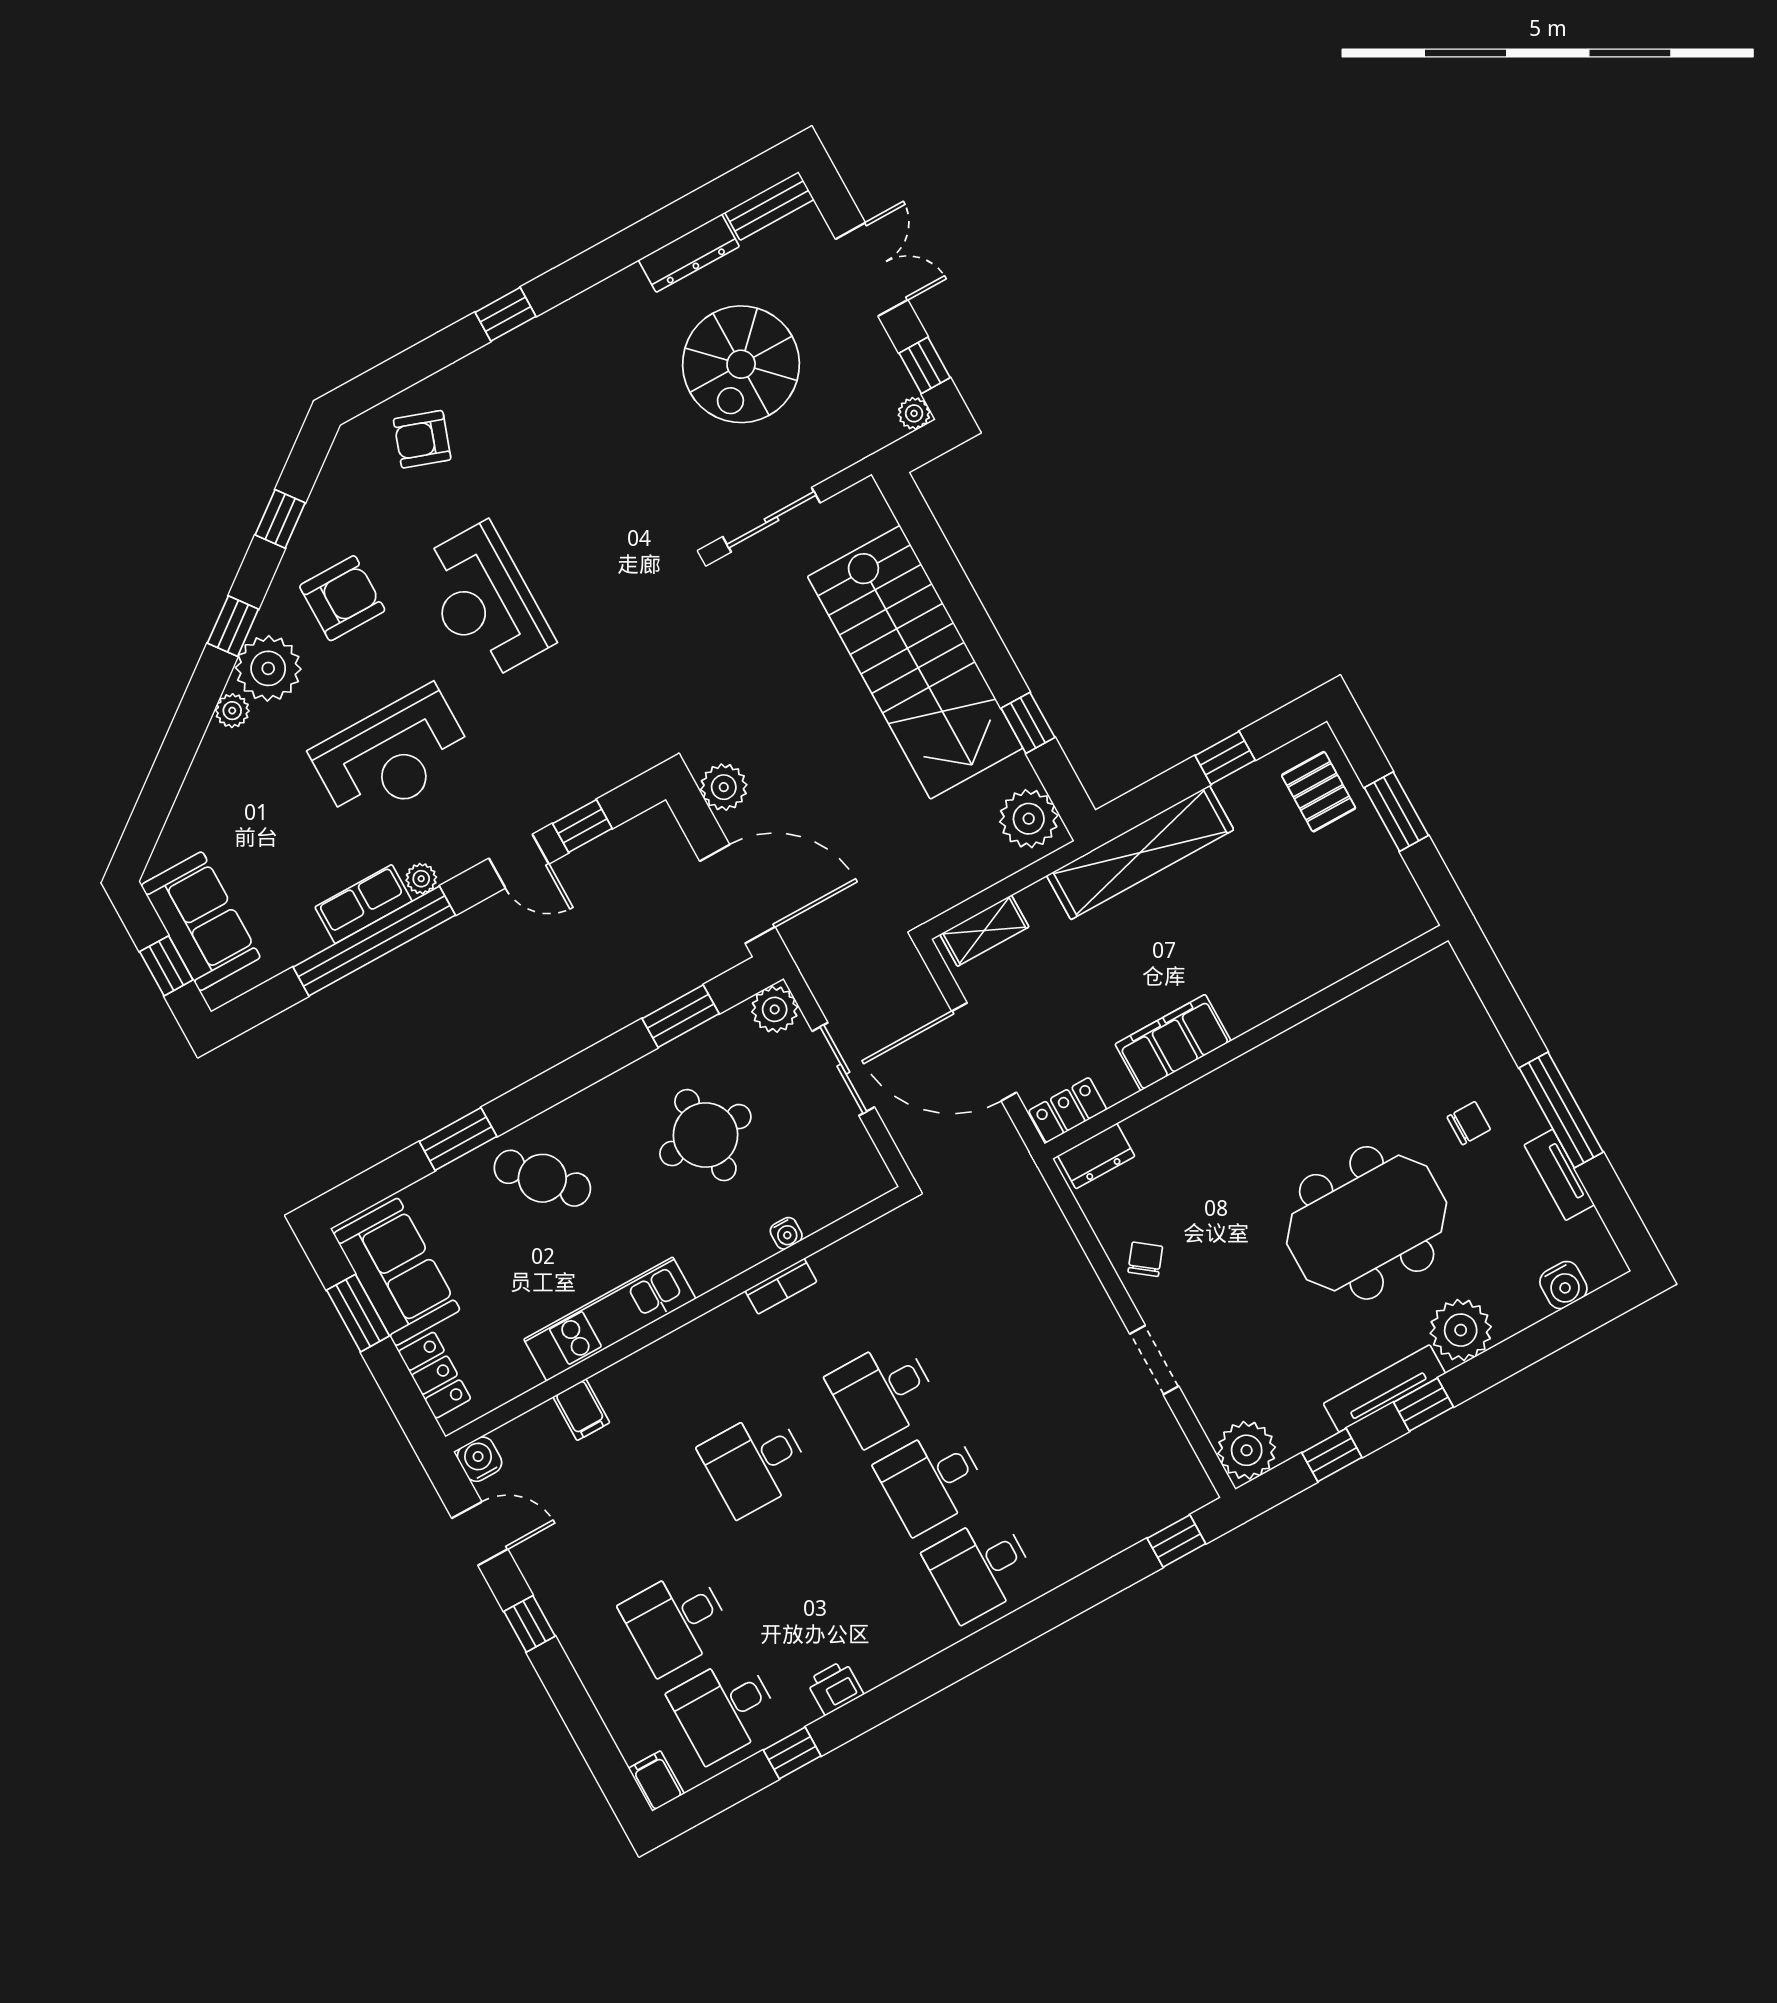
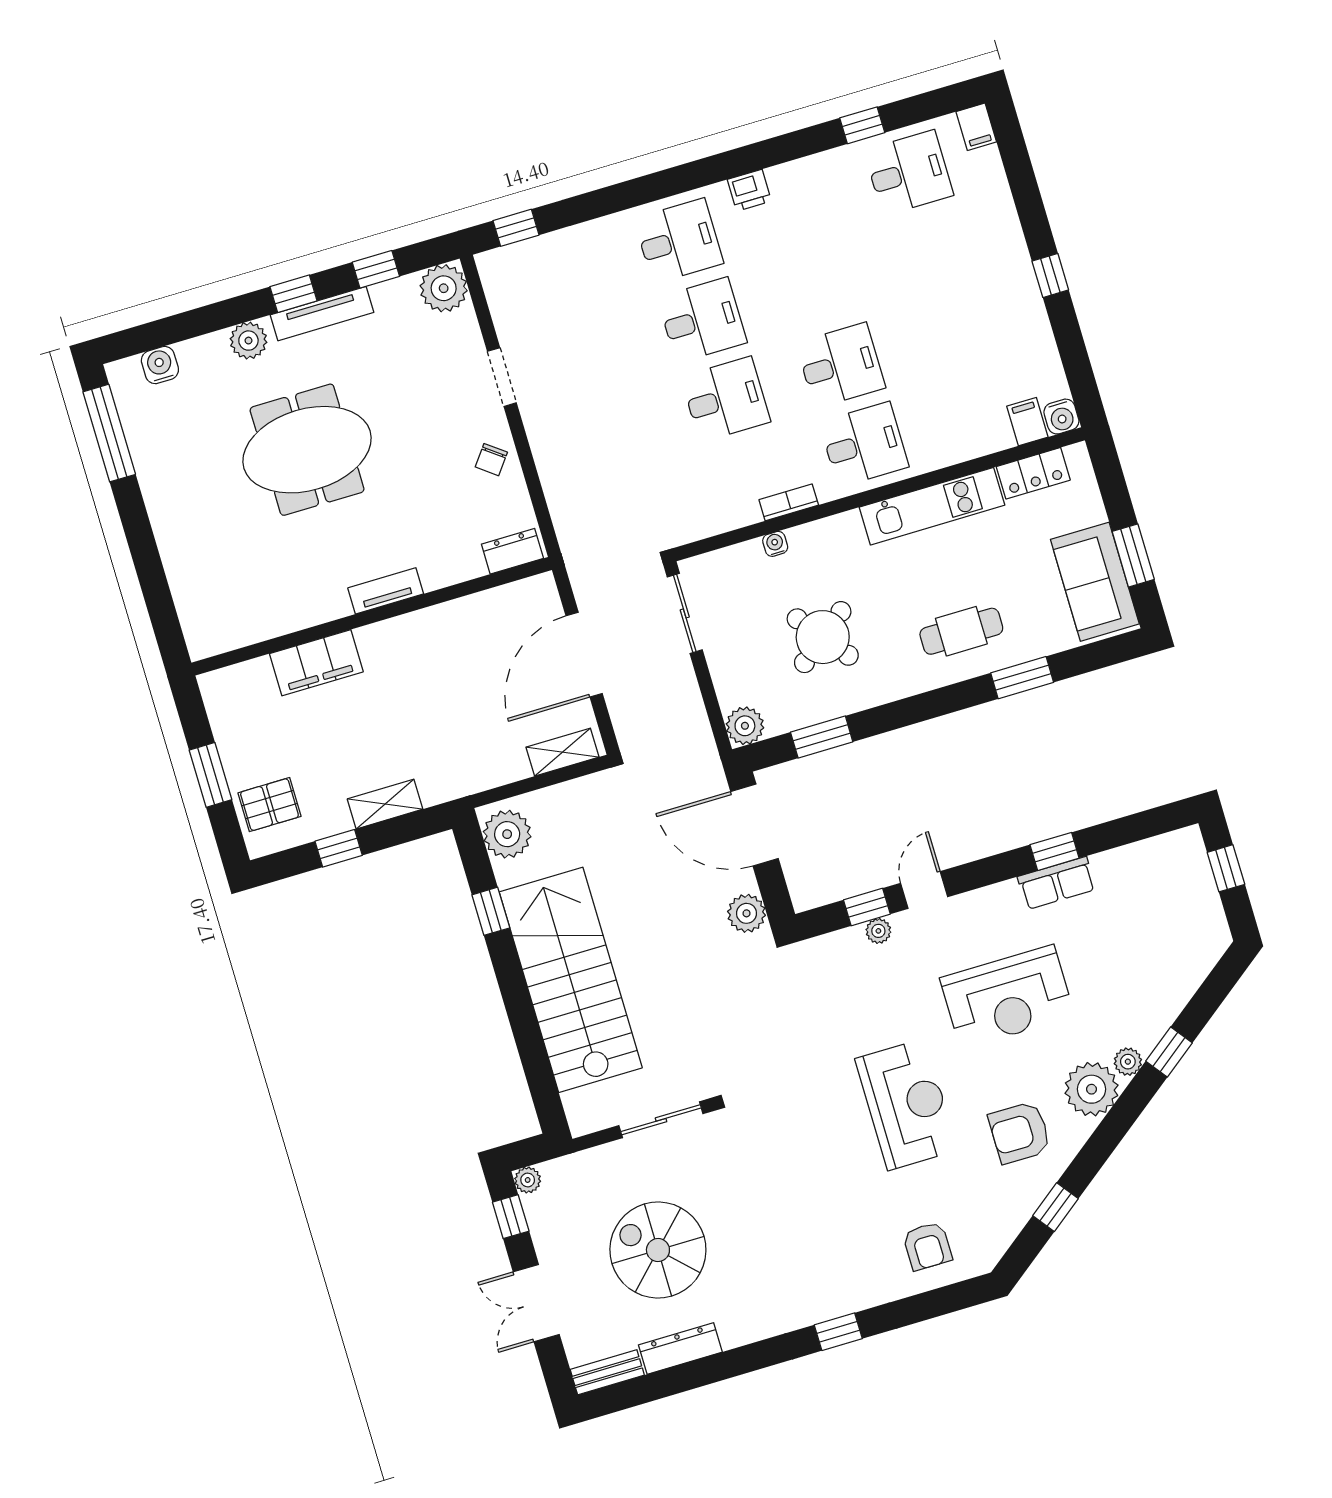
spiral stairs: (741, 364) -> (658, 1250), turned -90
armchair: (422, 439) -> (927, 1246), turned 71
window: (233, 626) -> (1169, 1052), moved
reception desk: (392, 756) -> (1007, 997), turned 180
pallet: (1319, 792) -> (269, 805), turned 90
shelving: (1140, 853) -> (385, 804), width x0.45, depth x0.75
door: (519, 861) -> (924, 890), hinge flipped
plant: (421, 879) -> (878, 931), moved
sofa: (201, 921) -> (1190, 898), removed
window: (374, 941) -> (1055, 851), width x0.32
filing cabinet: (1173, 1043) -> (316, 663), moved
door: (984, 1052) -> (584, 655), swing flipped
sliding door: (843, 1069) -> (685, 613), moved
locker: (1068, 1110) -> (527, 593), removed
window: (1561, 1110) -> (109, 433), moved
chair: (1469, 1123) -> (207, 512), removed
round table: (705, 1135) -> (823, 637), turned -38
tv unit: (1559, 1175) -> (386, 591), moved, turned -90
cafe table: (542, 1178) -> (961, 631), turned -48
plant: (1461, 1330) -> (248, 341), width x0.73, depth x0.73
locker: (435, 1375) -> (1033, 473), moved, turned -90
filing cabinet: (581, 1410) -> (1027, 422), moved
door: (480, 1534) -> (1074, 357), removed
desk: (676, 1621) -> (864, 444), moved
printer: (835, 1688) -> (749, 190), moved

